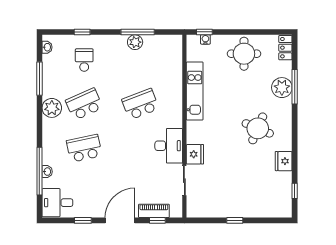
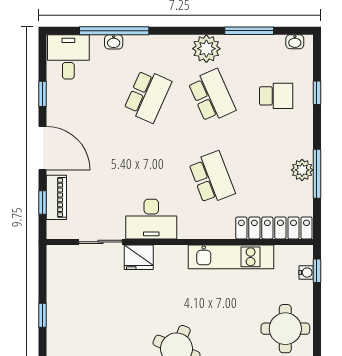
locker: (175, 62) -> (274, 228), added
school desk: (84, 148) -> (148, 96), turned 36

